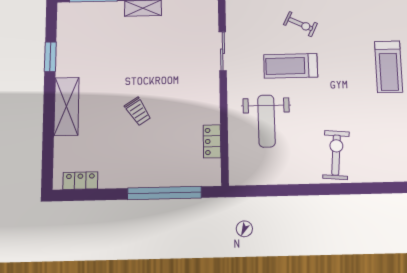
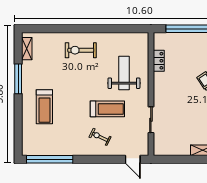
treadmill: (389, 67) -> (44, 107), turned 180
exercise bike: (336, 155) -> (81, 50), turned 85

